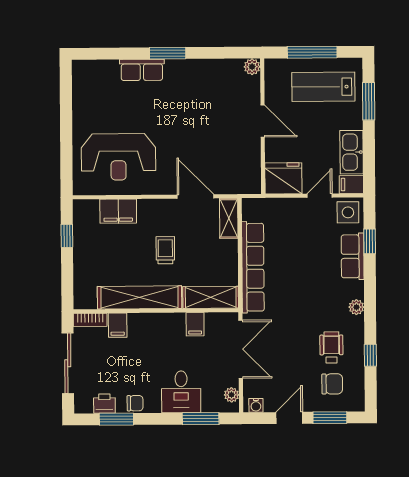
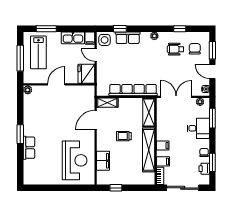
filing cabinet: (195, 324) -> (163, 146), moved

